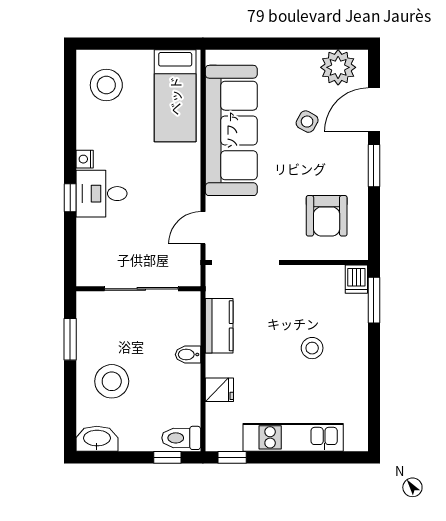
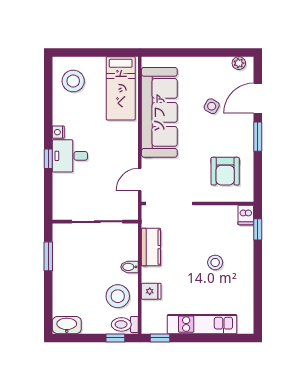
plant: (338, 67) -> (239, 63), width x0.53, depth x0.53
window: (374, 300) -> (258, 229), width x0.67
stool: (112, 381) -> (118, 296), moved

